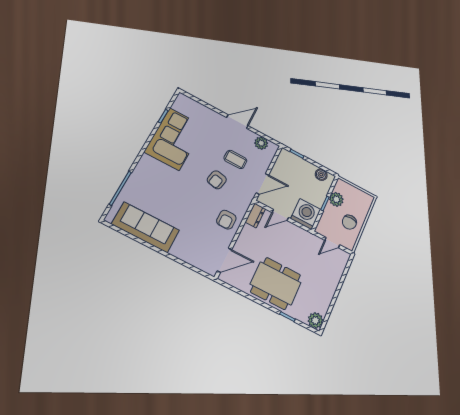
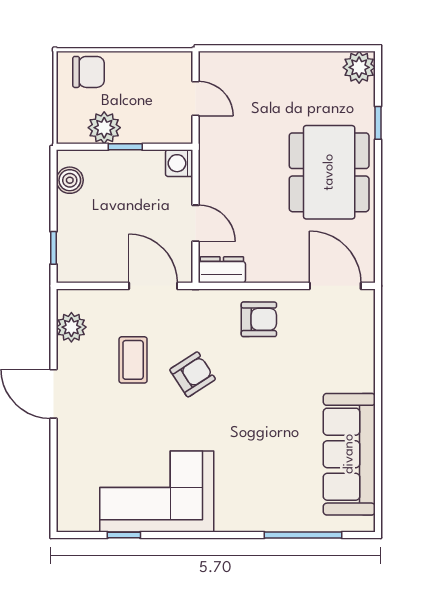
armchair: (217, 180) -> (193, 374), turned -44
washing machine: (306, 214) -> (179, 163), width x0.53, depth x0.53
chair: (349, 222) -> (89, 72), moved

